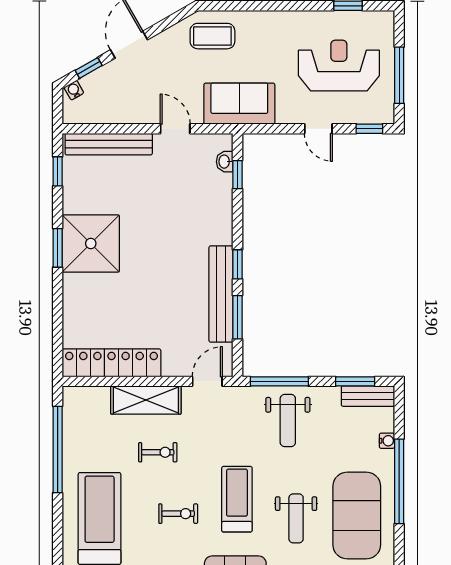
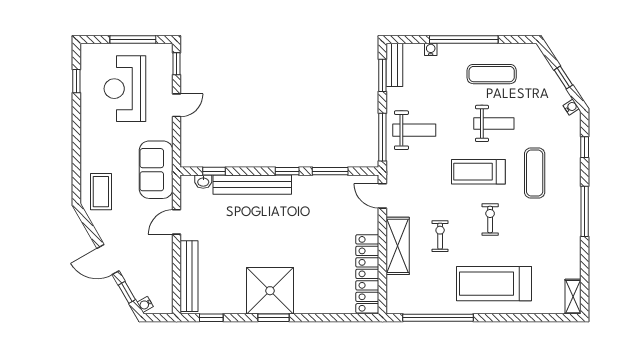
bench: (221, 294) -> (252, 185), moved
exercise mat: (357, 516) -> (492, 74), width x0.50, depth x0.69

